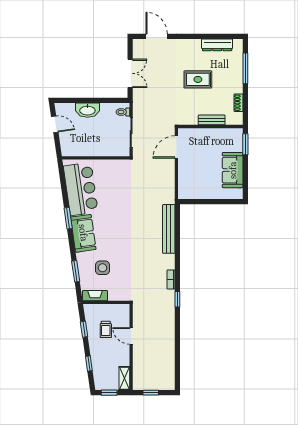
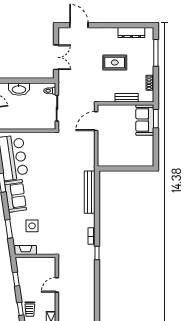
sofa: (233, 170) -> (145, 120), moved
trolley: (106, 329) -> (30, 309), moved
door: (131, 336) -> (57, 285), hinge flipped

